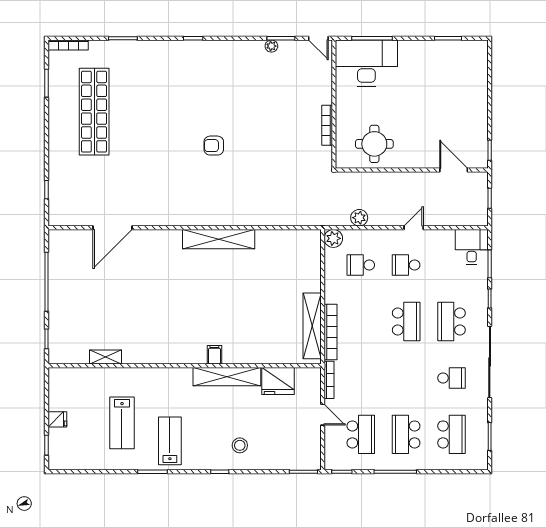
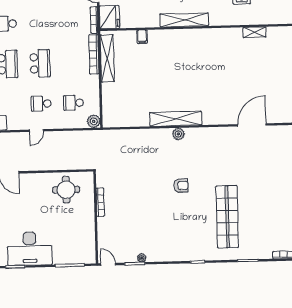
desk: (366, 63) -> (30, 249), moved
shop shelf: (94, 112) -> (227, 217), moved
plant: (359, 218) -> (178, 134), moved
school desk: (361, 265) -> (73, 103), turned 180
school desk: (406, 265) -> (41, 104), turned 180
school desk: (406, 322) -> (40, 63), turned 180
filing cabinet: (214, 355) -> (142, 37), moved
shelving: (227, 377) -> (184, 20), moved
fridge: (278, 381) -> (109, 17), moved, turned 90

